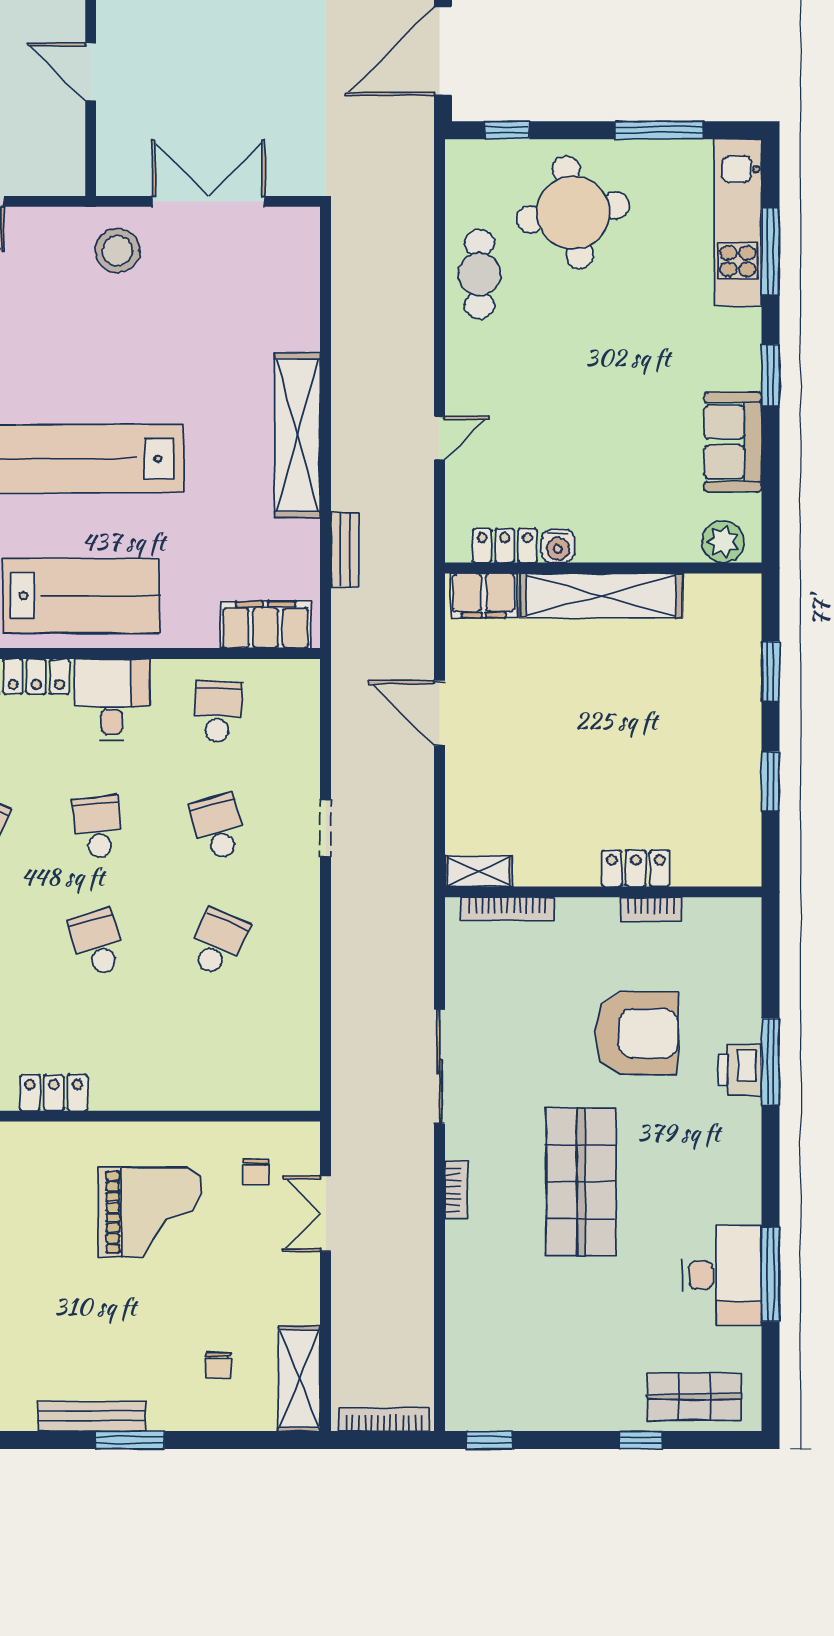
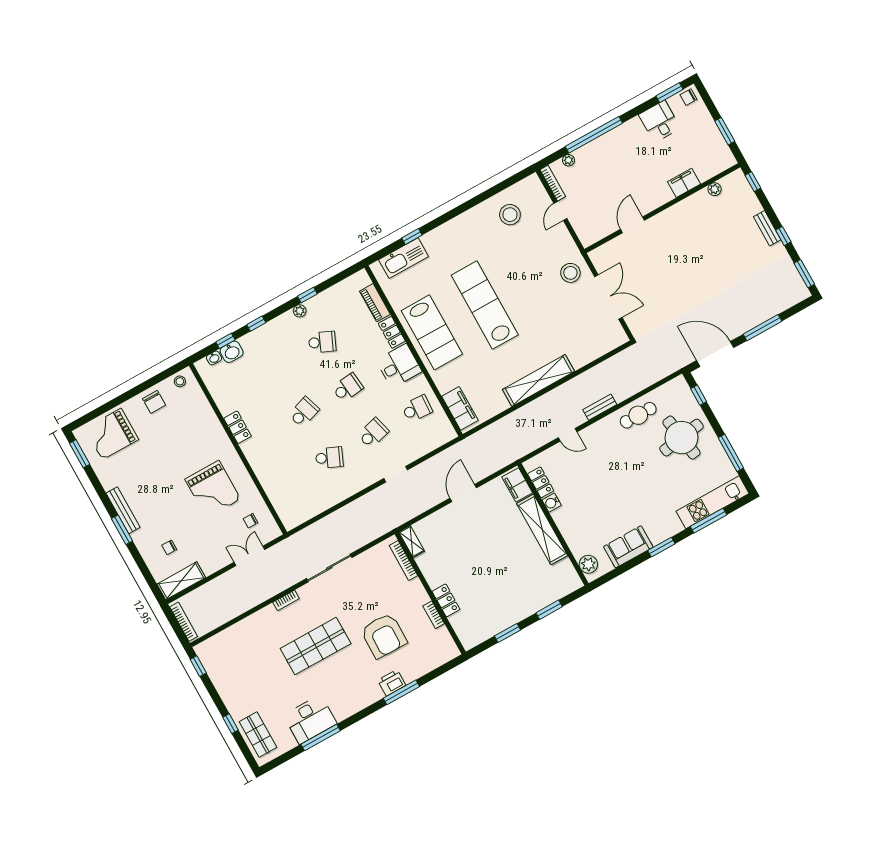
bench: (345, 550) -> (600, 407), moved

